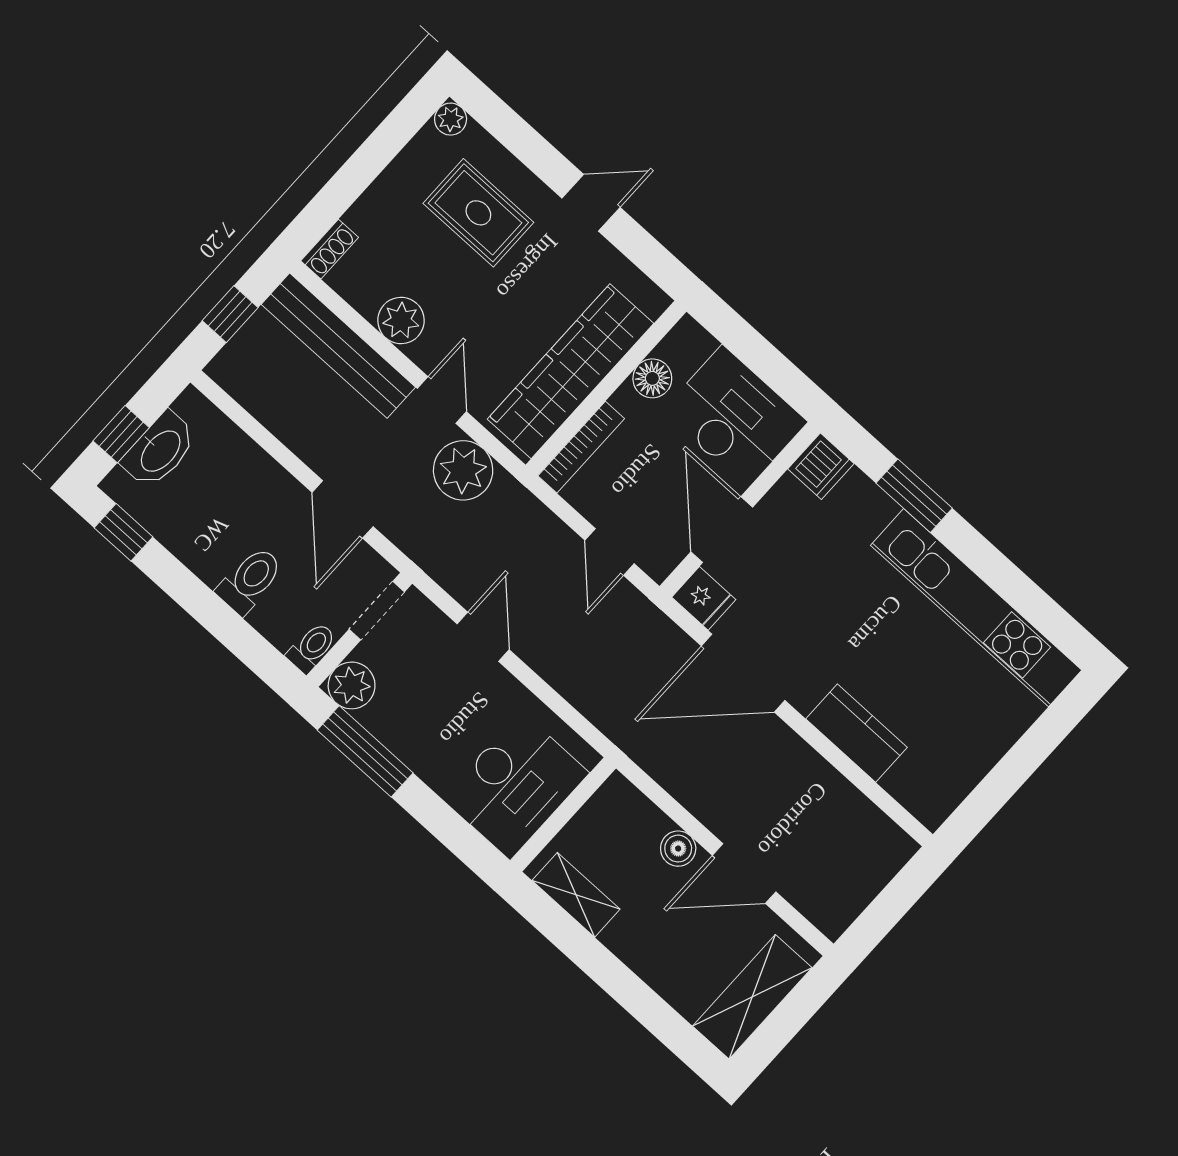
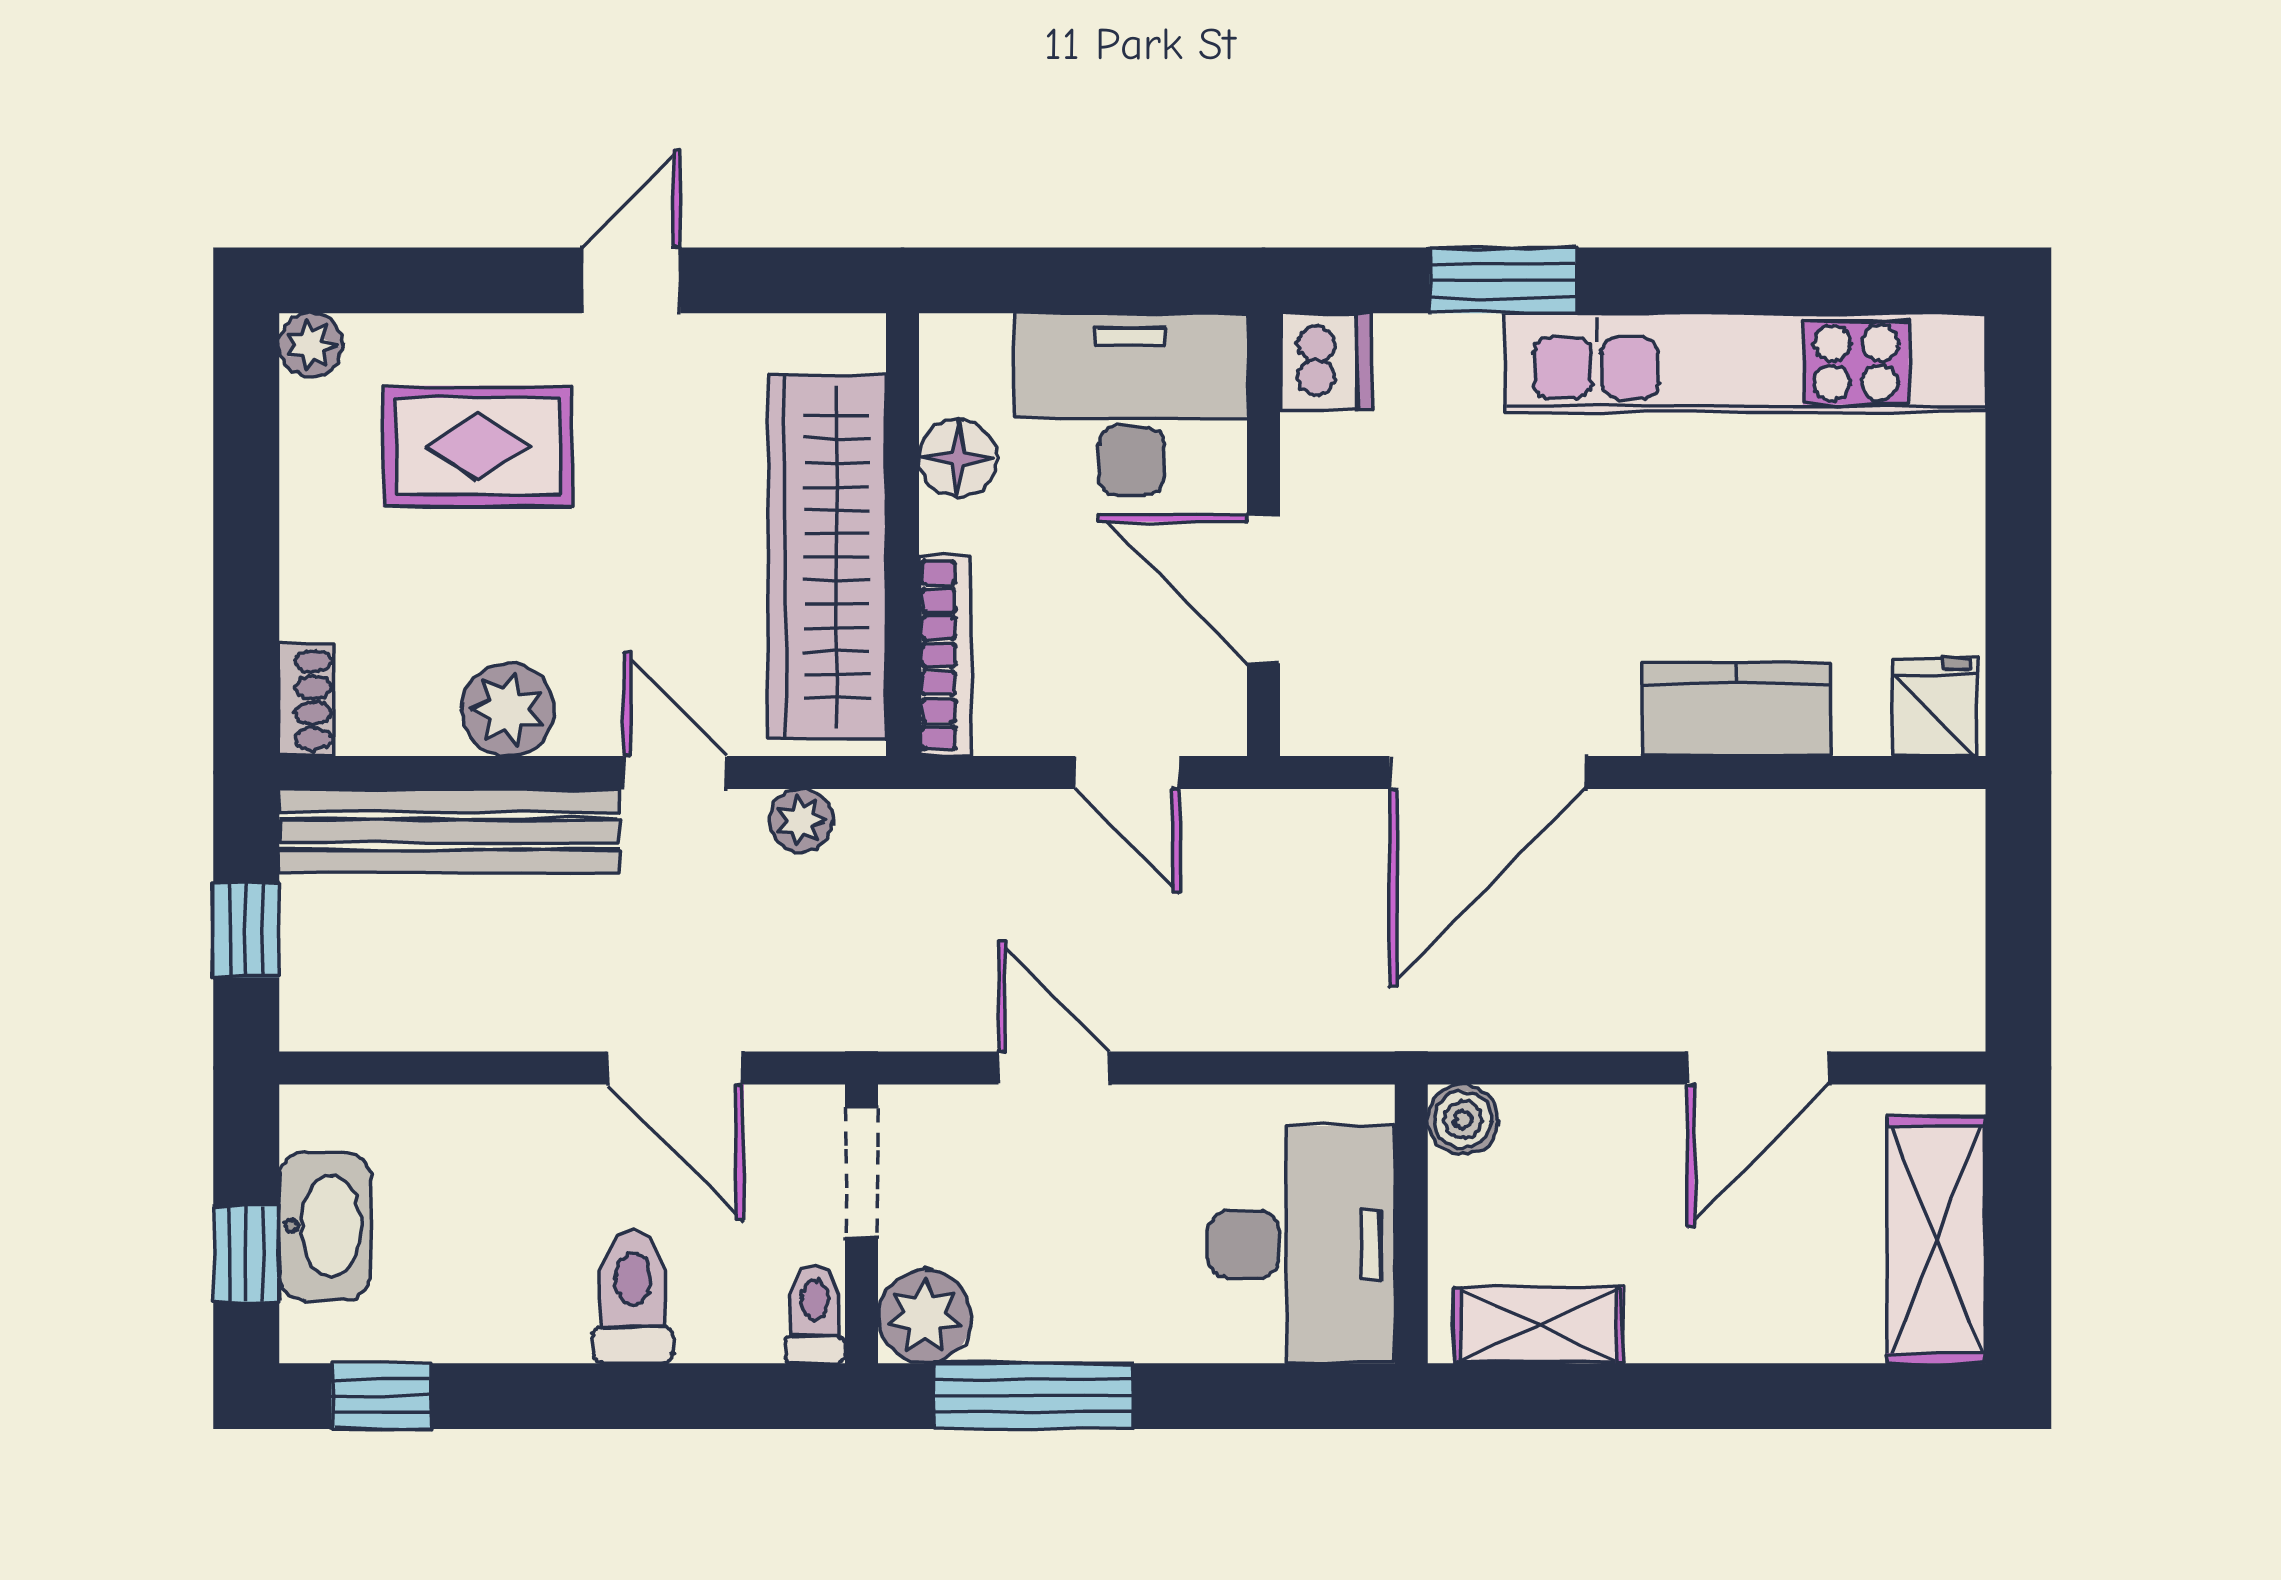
plant: (463, 470) -> (801, 821), width x0.53, depth x0.53
fridge: (704, 598) -> (1935, 707), moved, turned -90
boiler: (678, 849) -> (1463, 1120), moved

